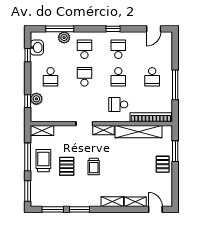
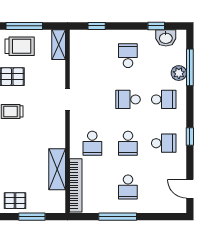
school desk: (51, 77) -> (128, 56), turned 90
school desk: (84, 77) -> (128, 99), turned 180
school desk: (118, 77) -> (128, 143), turned -90
school desk: (152, 77) -> (128, 187), turned -90
plant: (36, 99) -> (100, 37), removed
school desk: (118, 104) -> (92, 143), turned 180
shelving: (104, 130) -> (59, 124), removed
shelving: (138, 132) -> (57, 169), width x0.68

